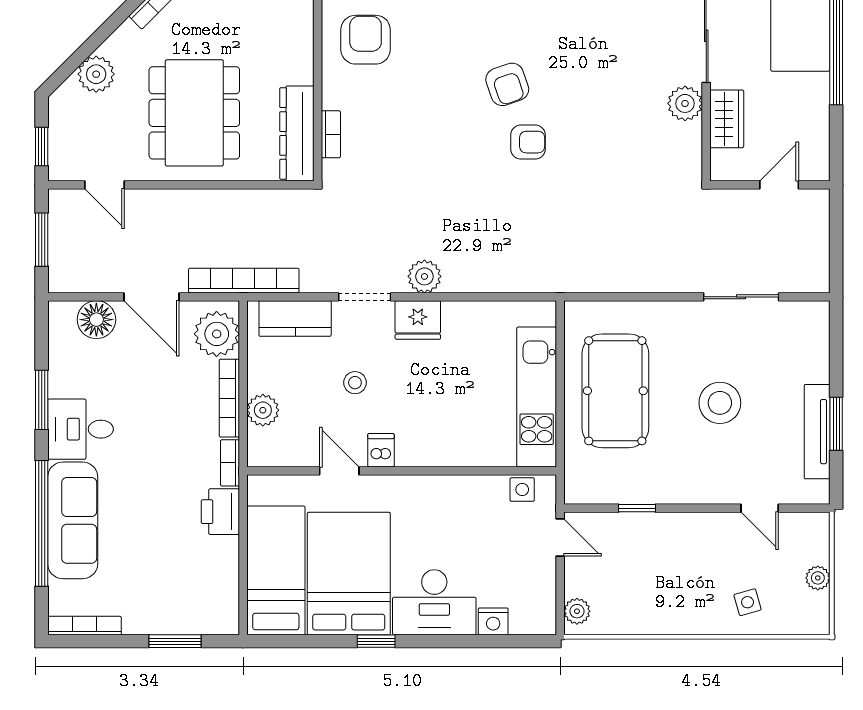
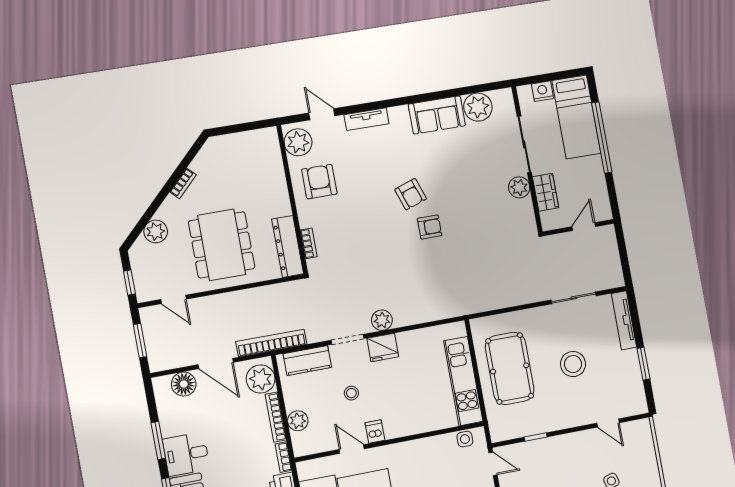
tv unit: (817, 432) -> (624, 320), moved
plant: (818, 578) -> (650, 458), removed

